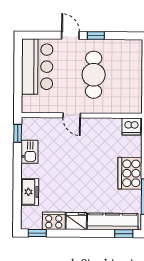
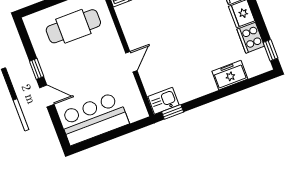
door: (70, 35) -> (47, 96), swing flipped
cafe table: (94, 75) -> (73, 26), moved
kitchen sink: (29, 152) -> (164, 101), moved

